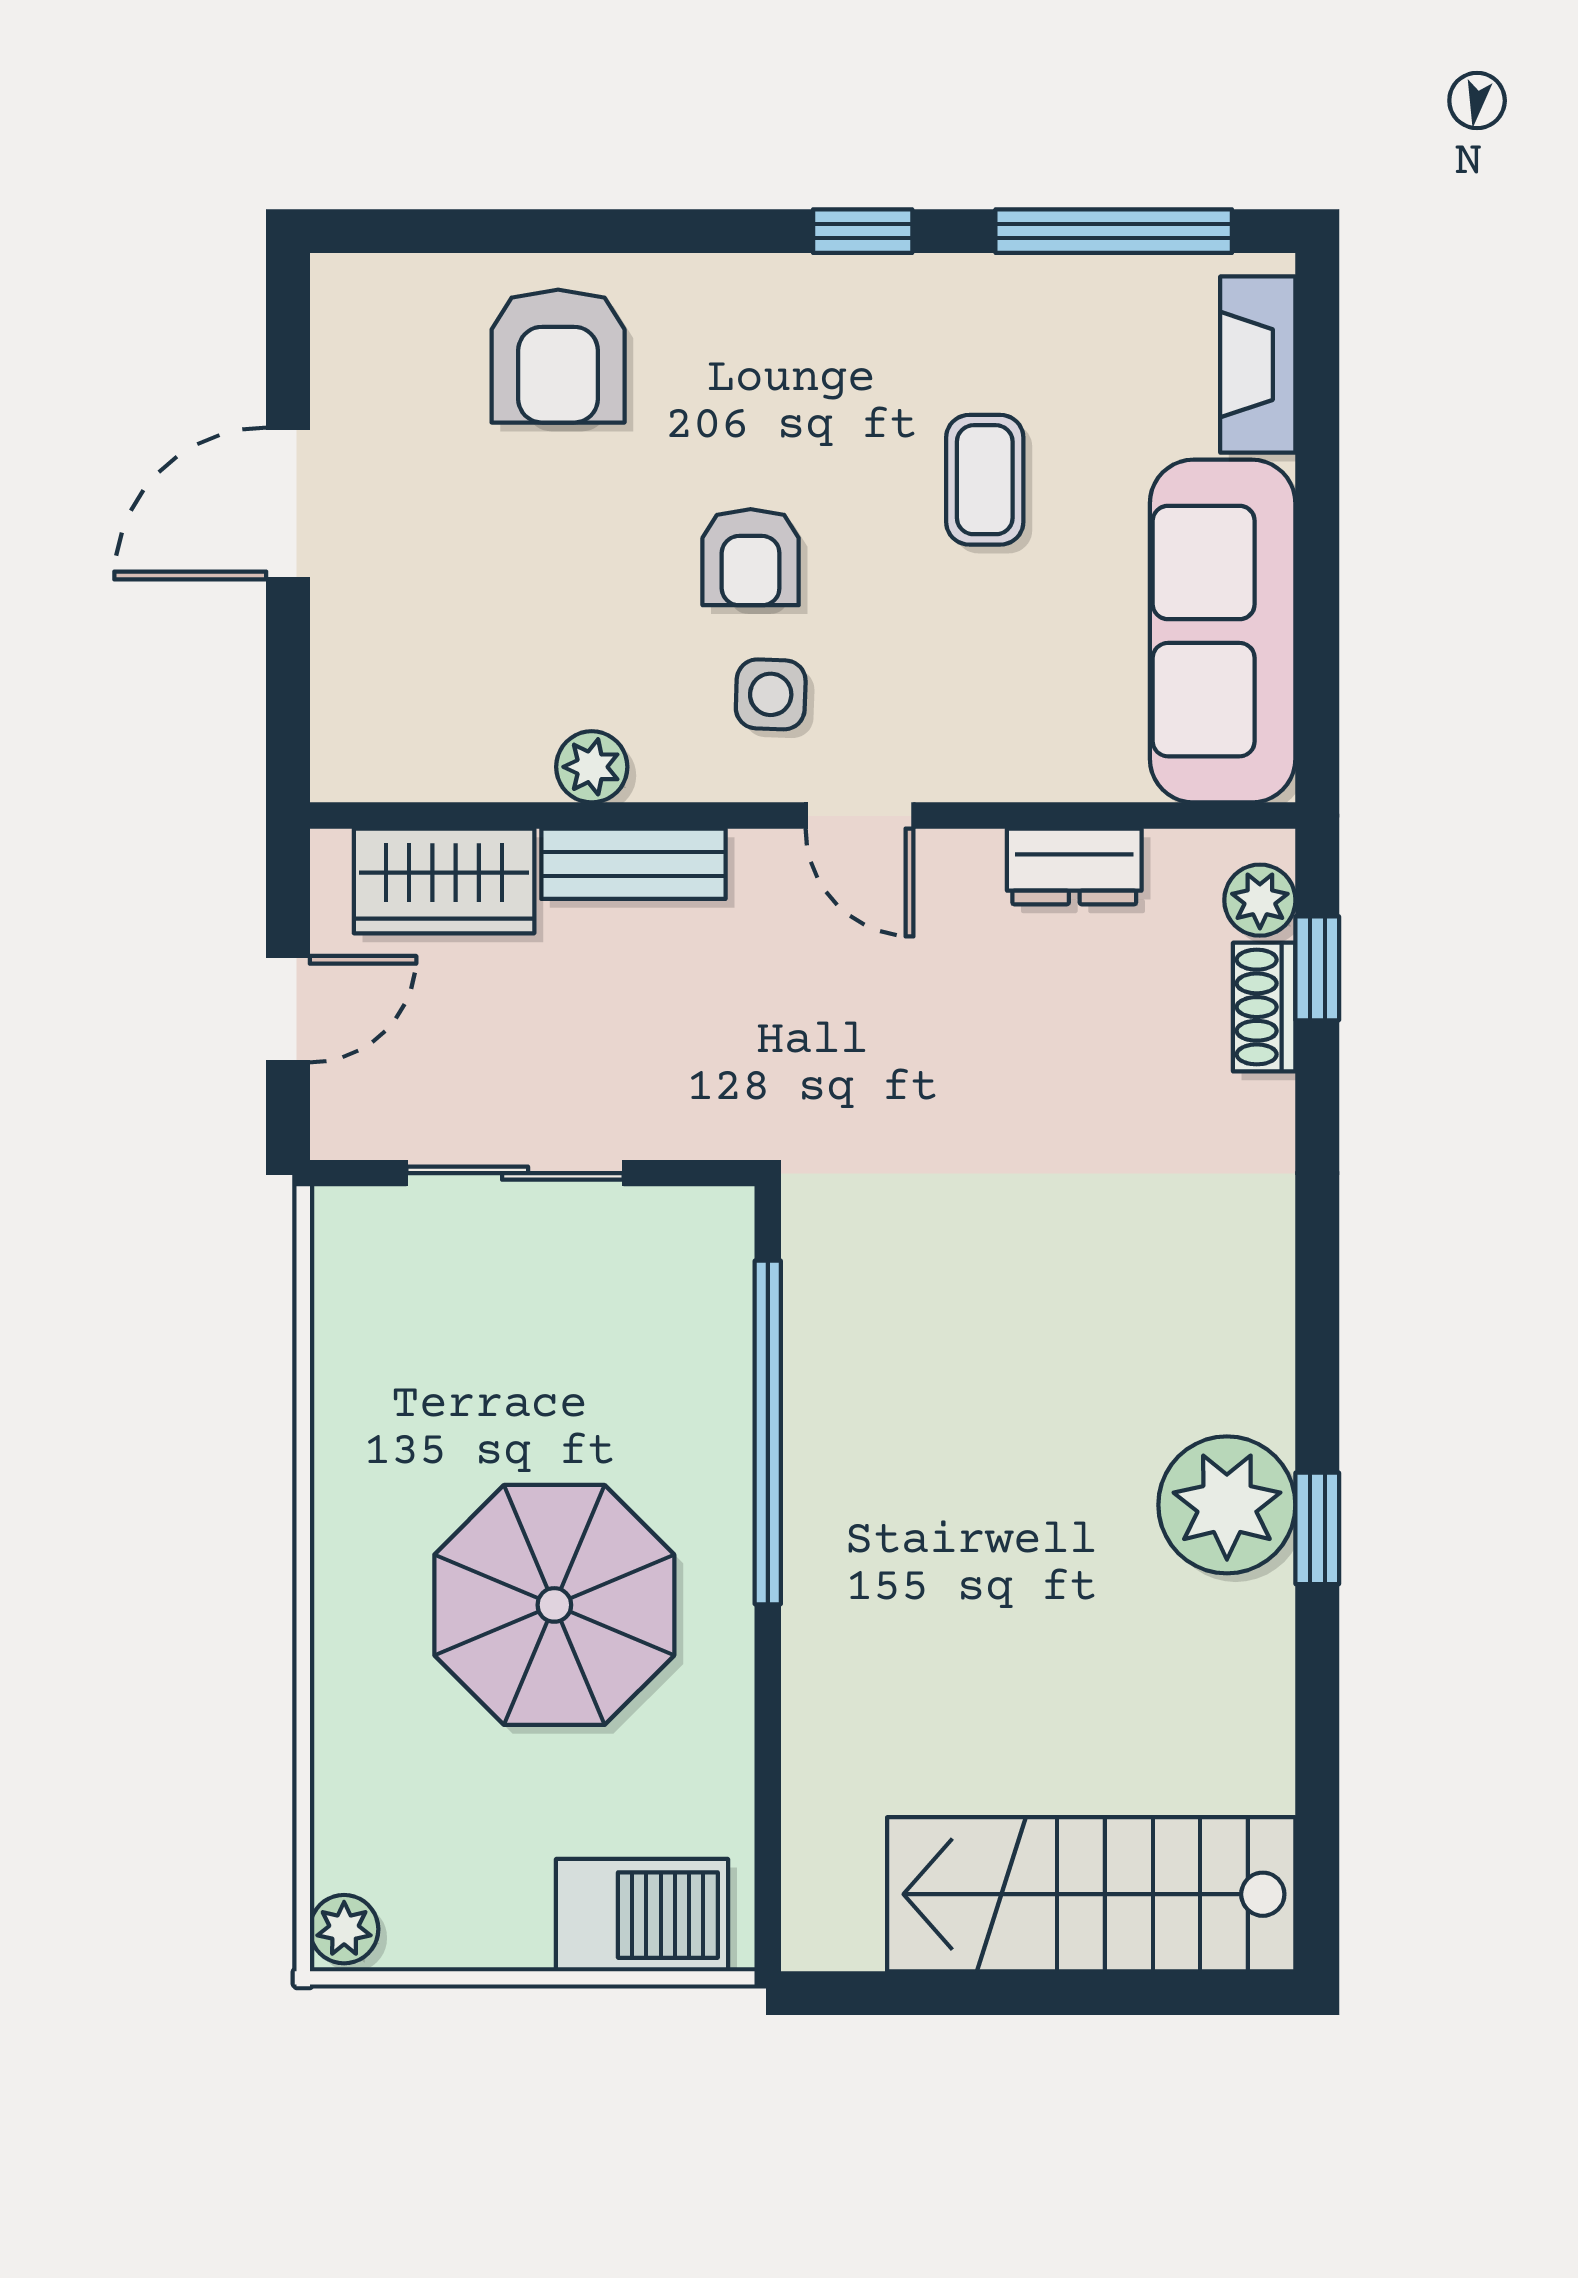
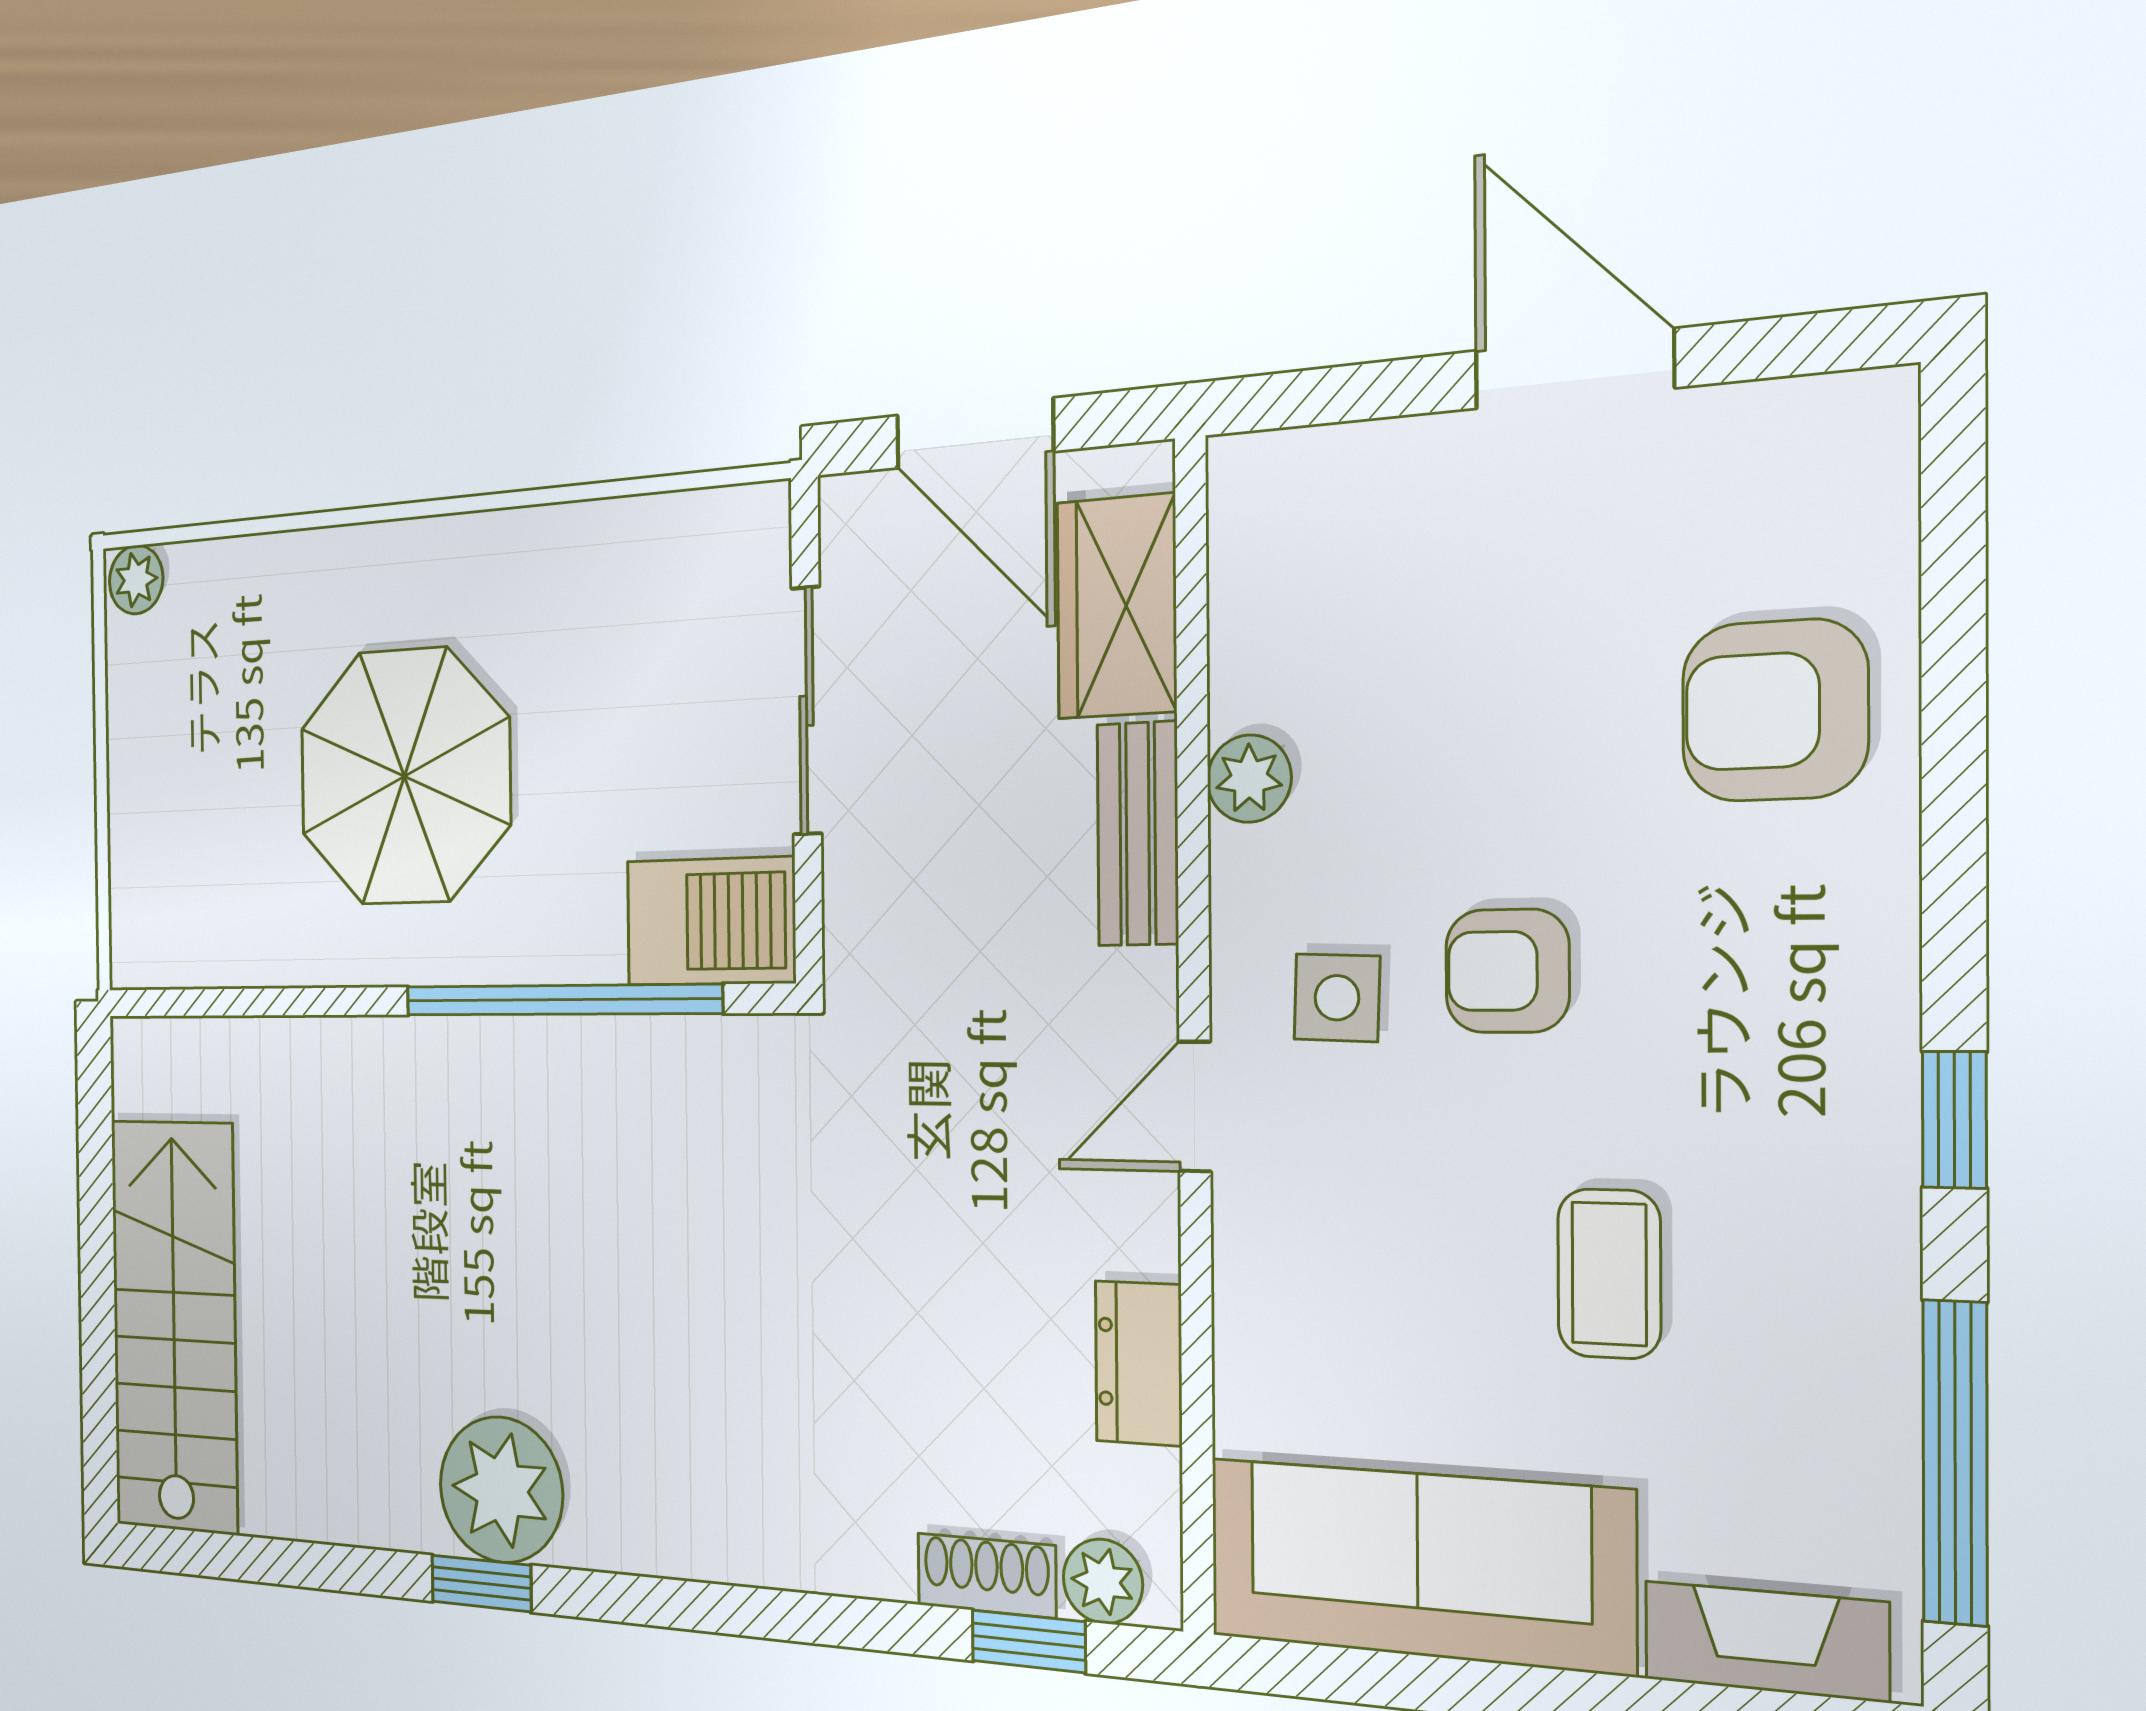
coffee table: (985, 480) -> (1609, 1274), turned 90
door: (288, 1009) -> (974, 433), width x1.37
barbecue: (642, 1915) -> (711, 922), moved, turned -90

